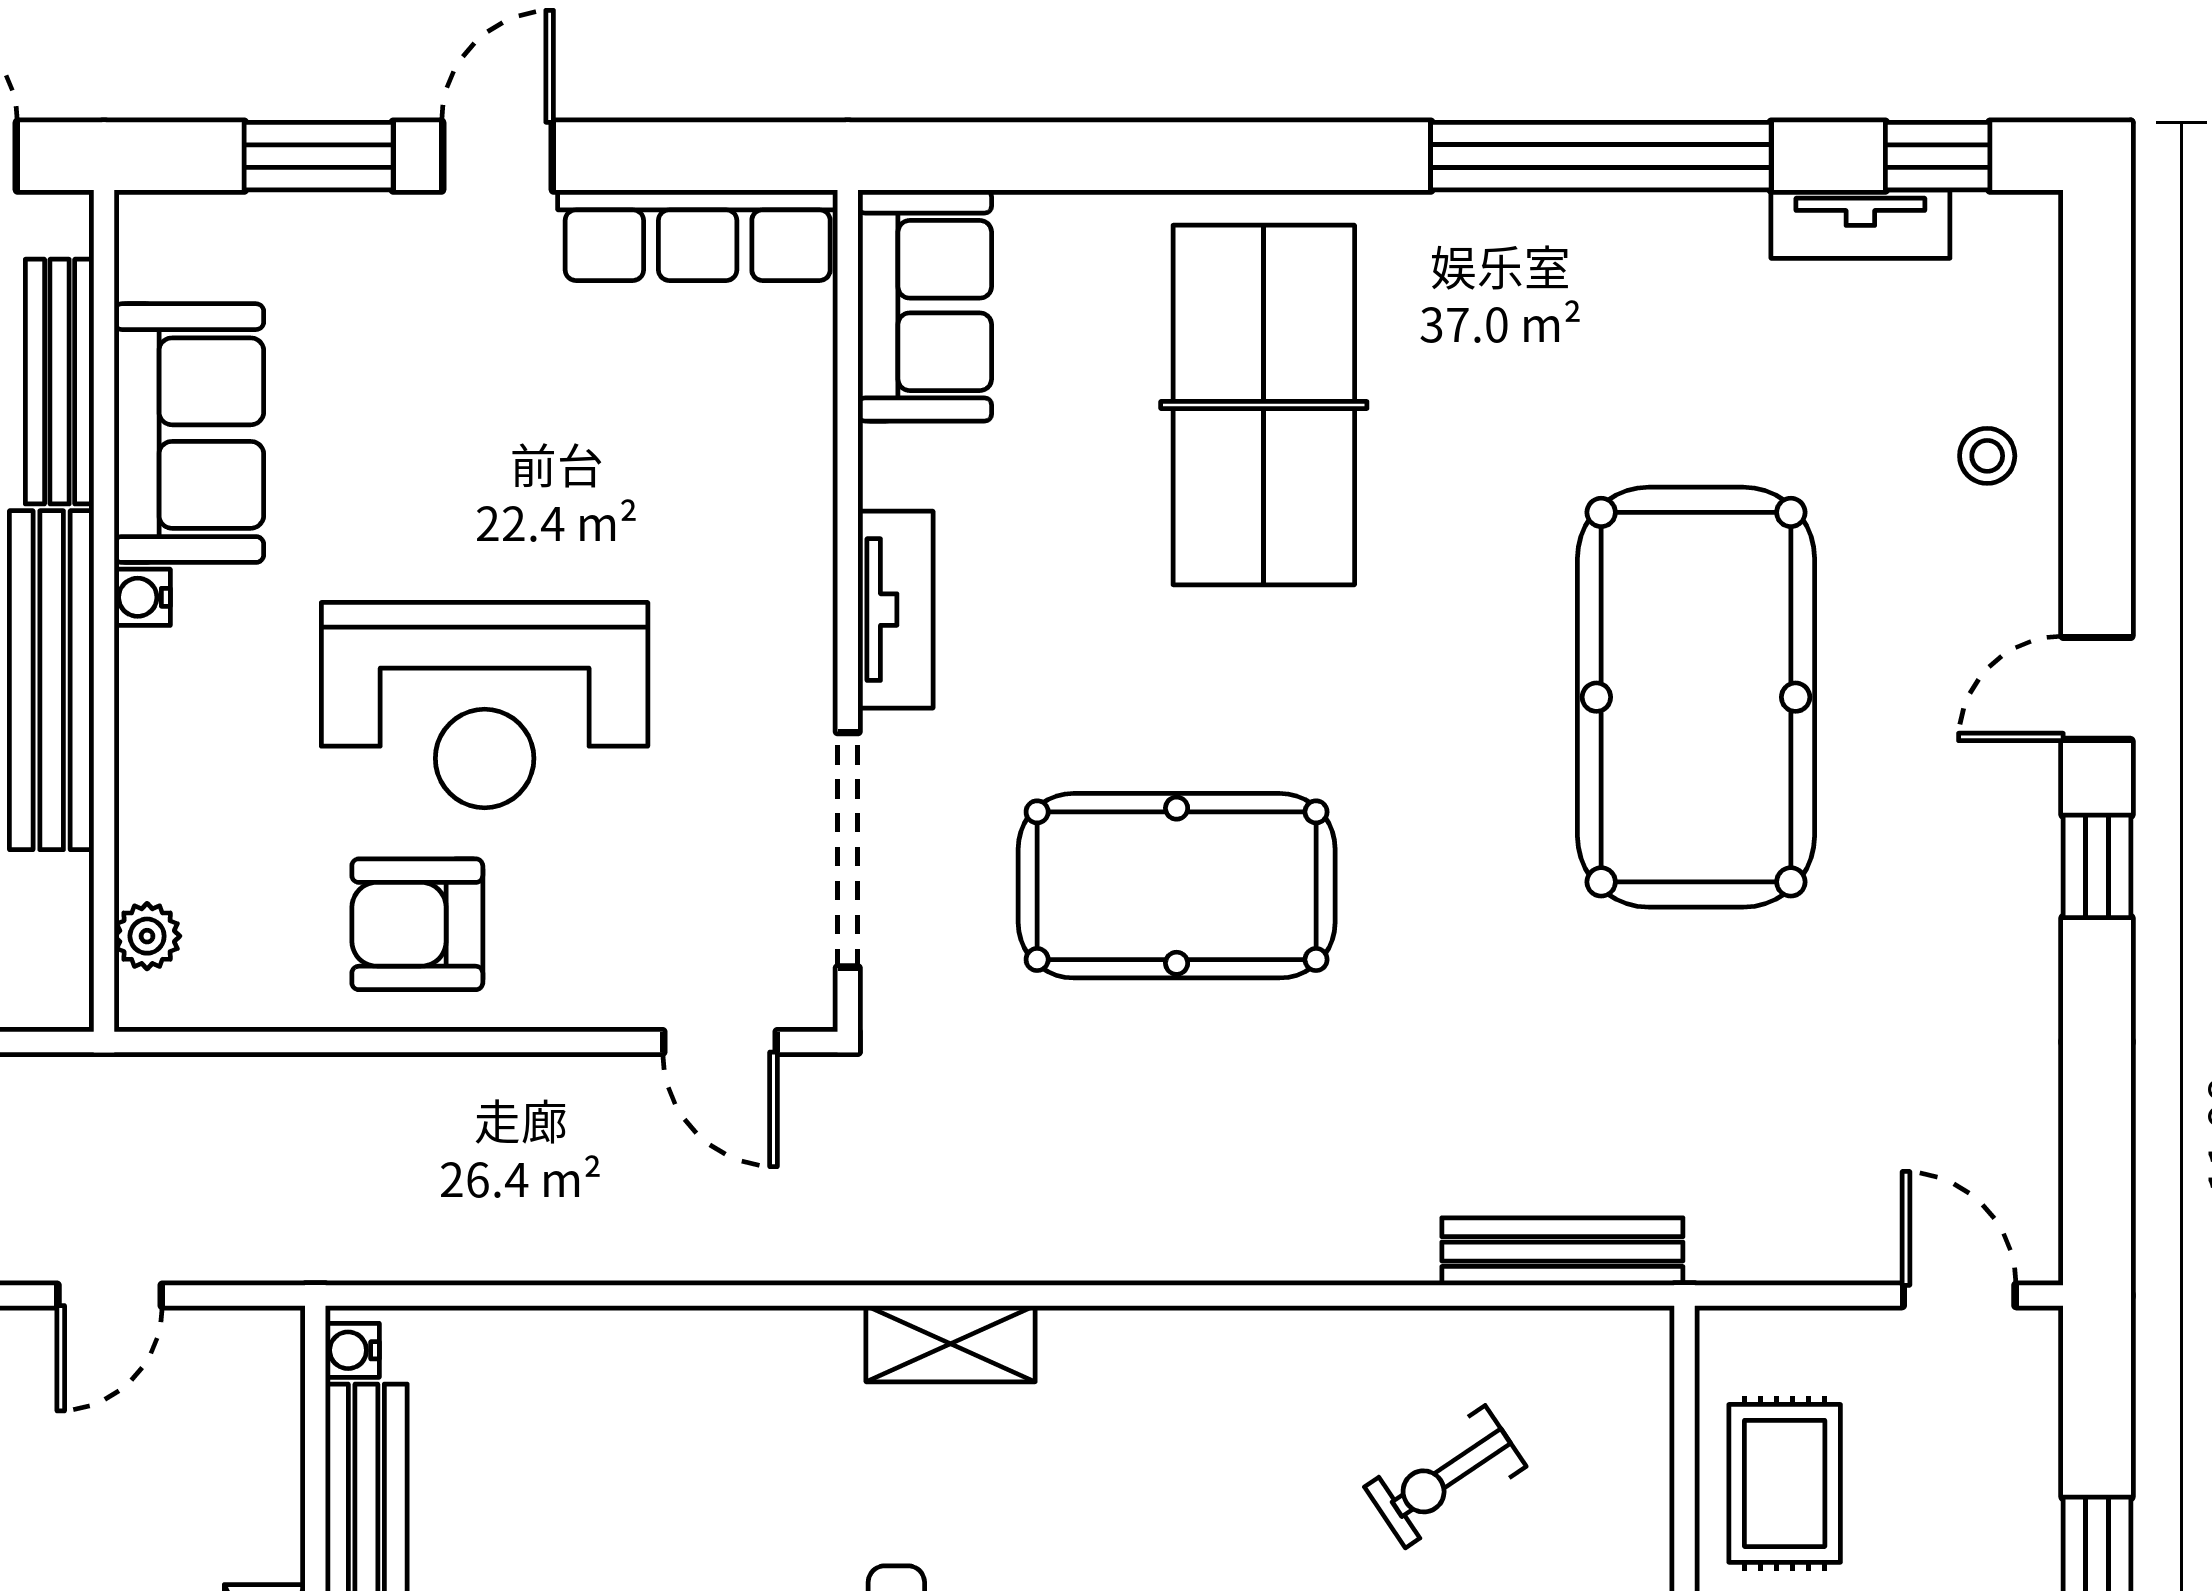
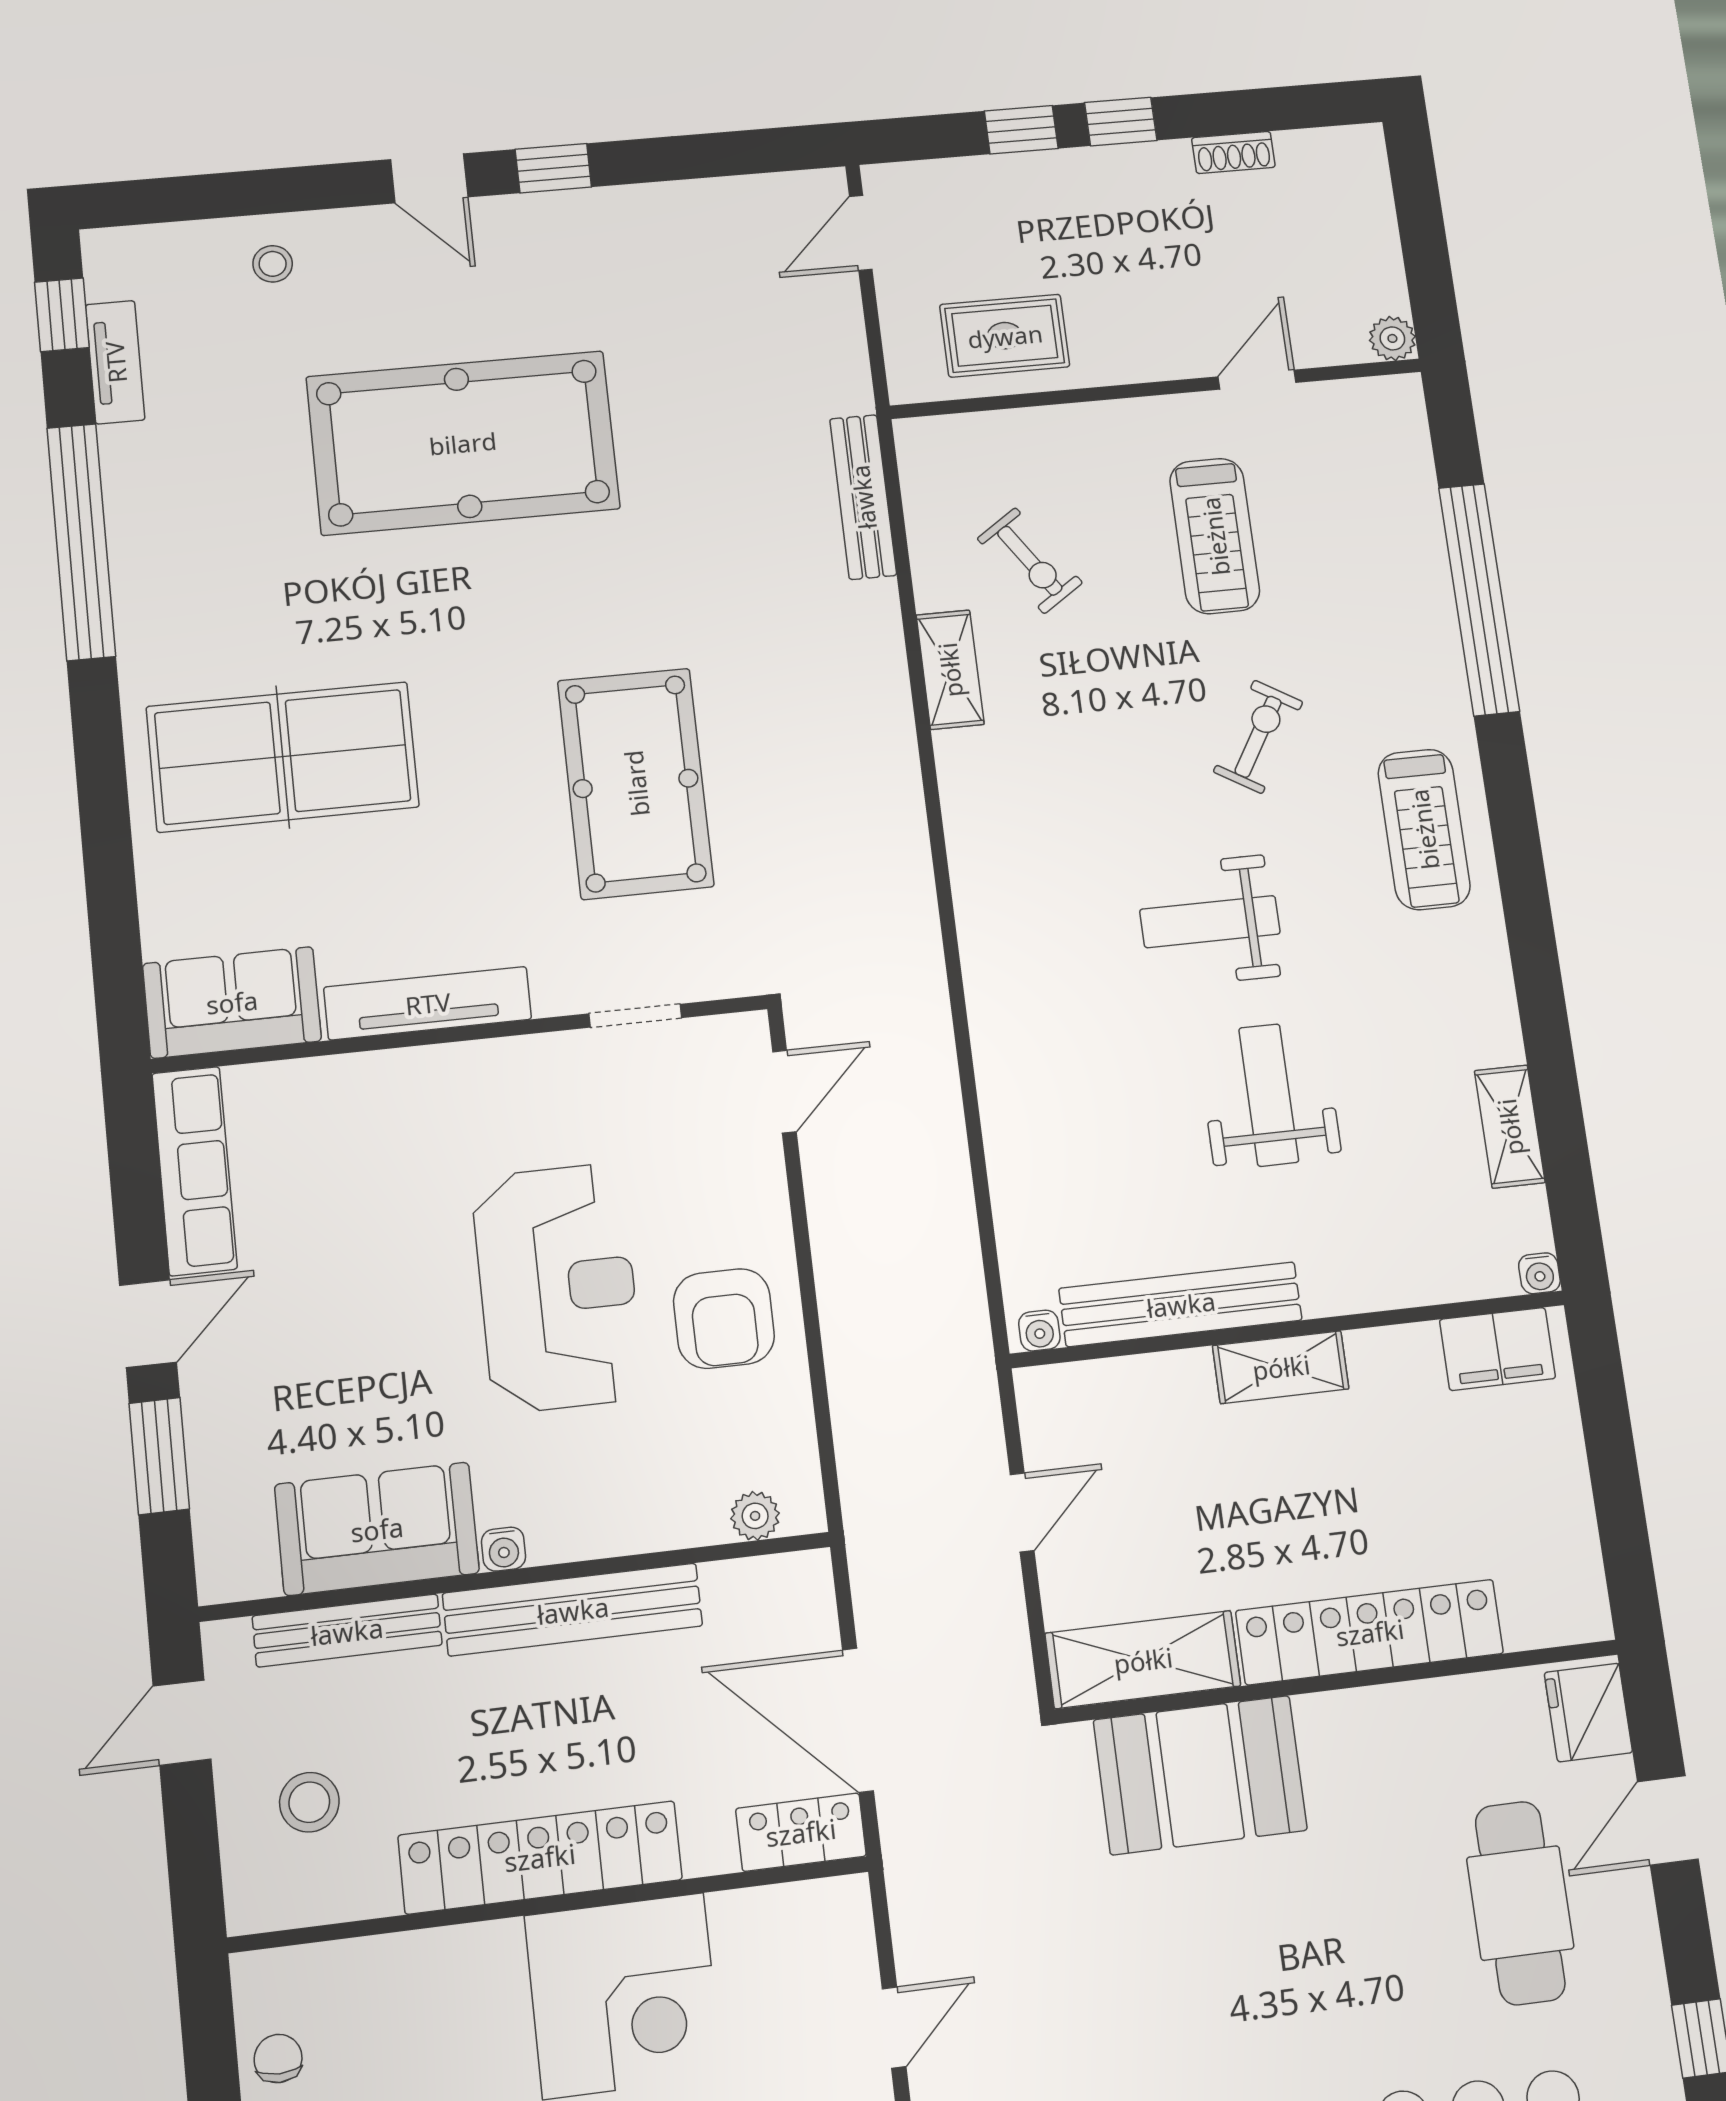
door: (497, 156) -> (148, 1324), swing flipped
tv unit: (895, 610) -> (428, 1003), width x1.41
doorway: (848, 850) -> (635, 1016), width x0.53
door: (110, 1295) -> (1022, 1512), hinge flipped
shelving: (951, 1344) -> (950, 670), moved

